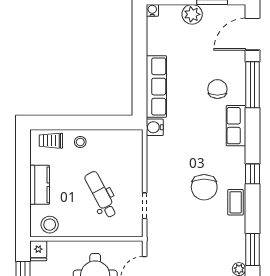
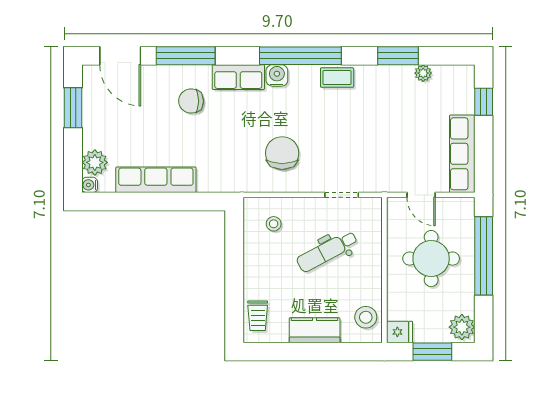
plant: (192, 14) -> (95, 162), moved
row of seats: (156, 87) -> (156, 180), moved
water cooler: (155, 127) -> (277, 75), moved, turned 180
stool: (80, 142) -> (274, 224), moved
window: (252, 174) -> (300, 56), width x3.17
chair: (204, 187) -> (282, 153), moved, turned -90

